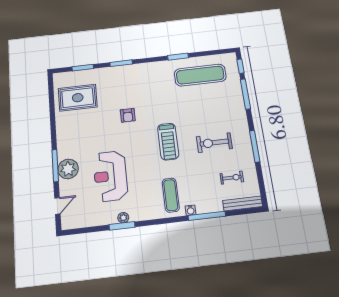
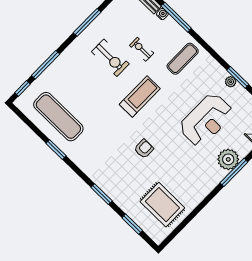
exercise bike: (232, 178) -> (142, 49), moved
water cooler: (191, 210) -> (162, 14), moved

